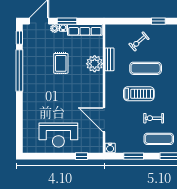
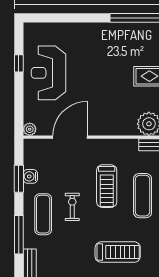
plant: (98, 148) -> (30, 129), added
water cooler: (110, 148) -> (30, 176), moved
window: (82, 156) -> (19, 63), moved

